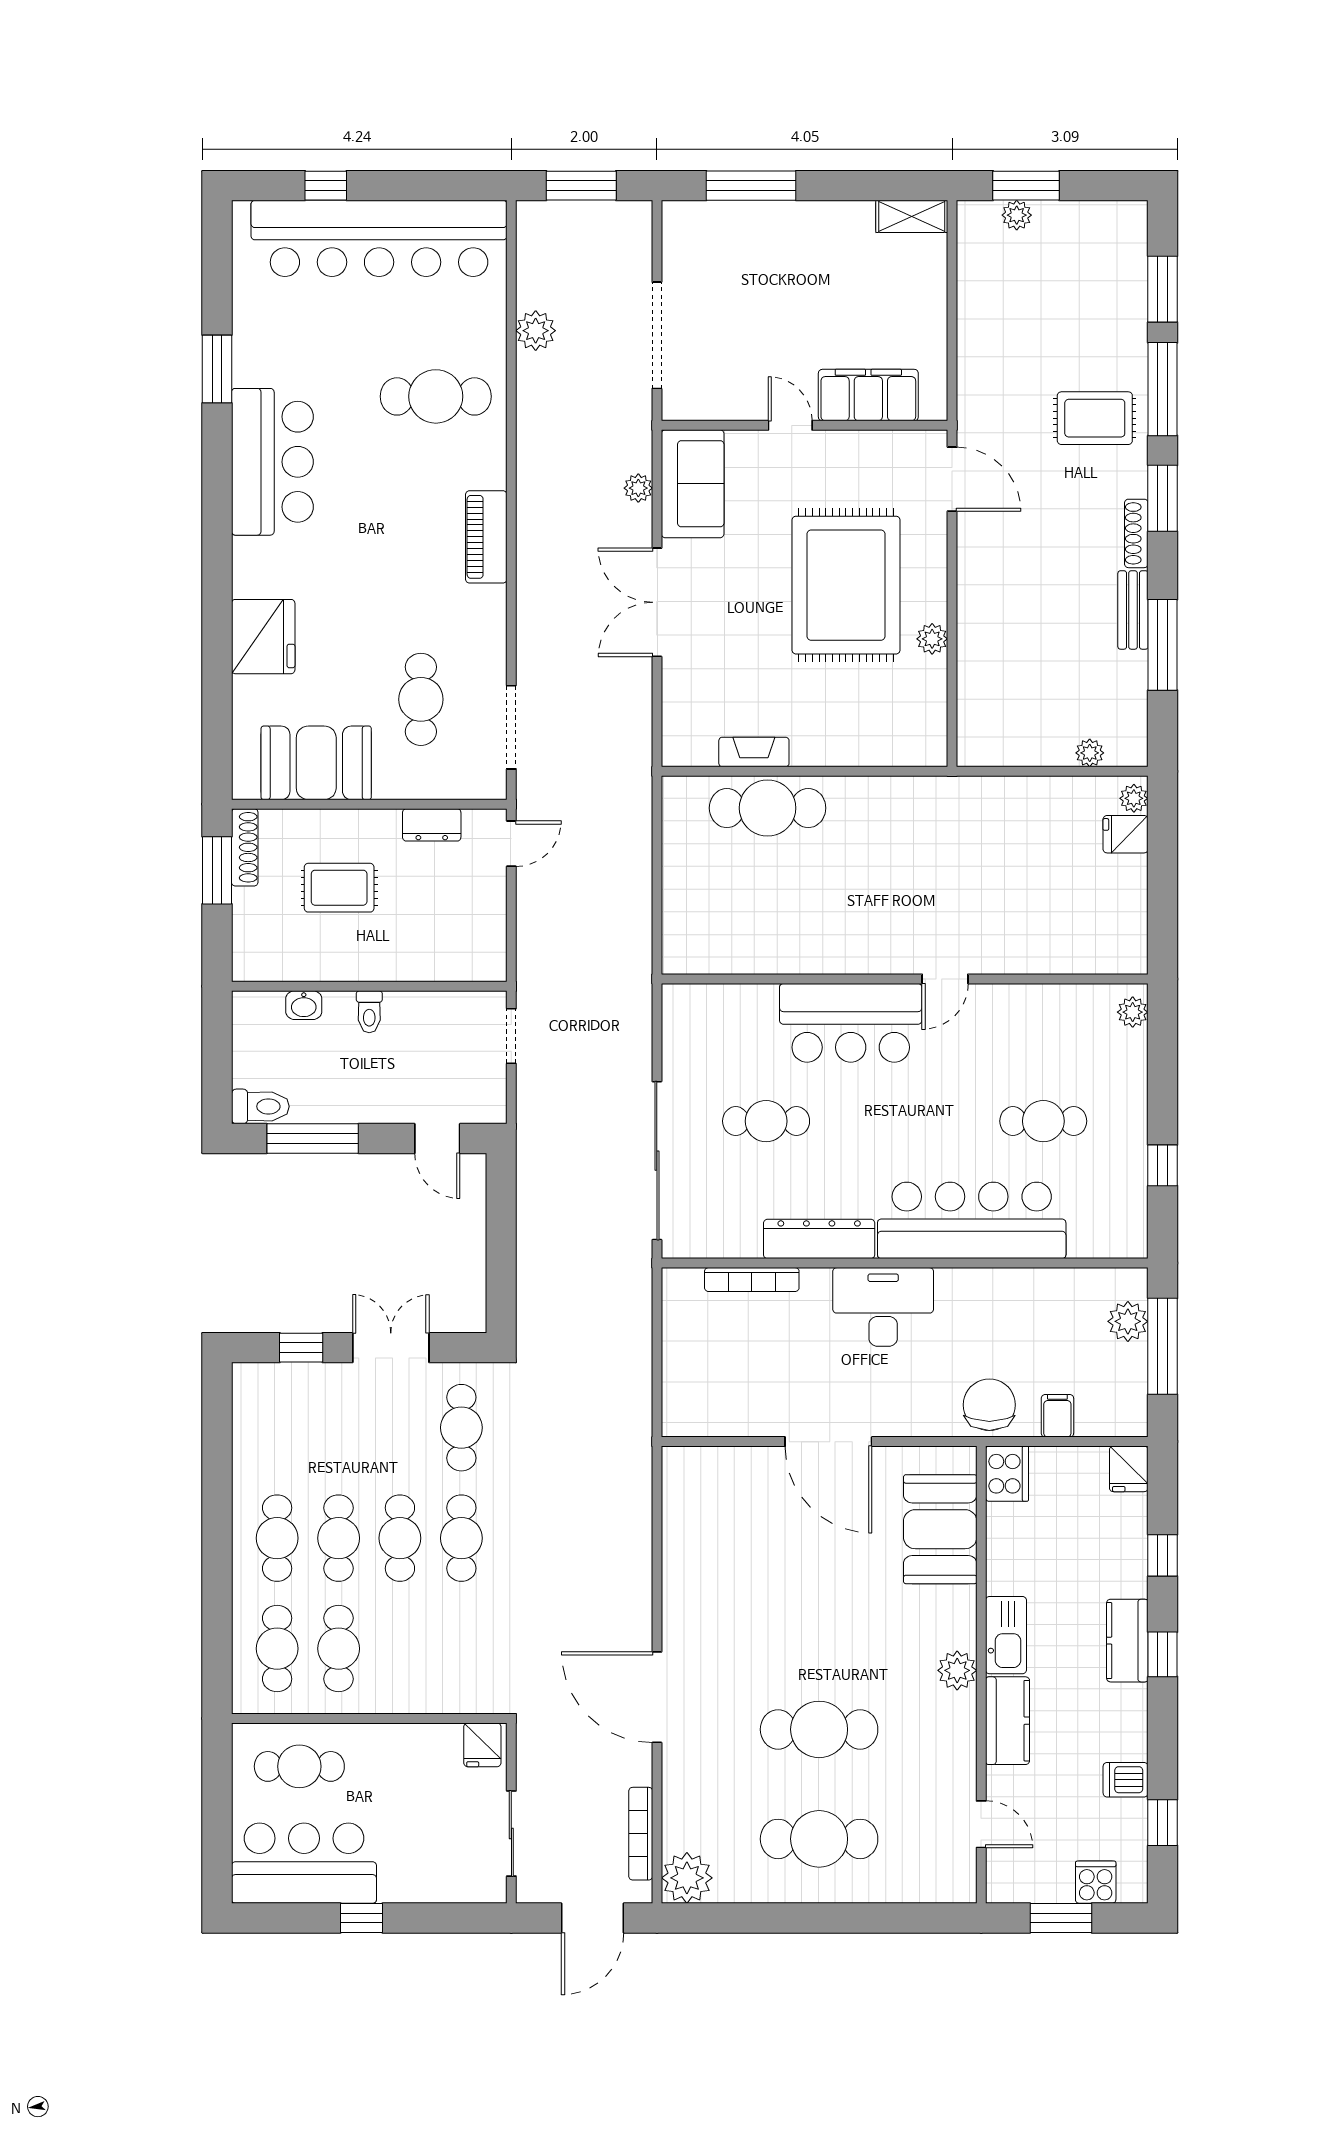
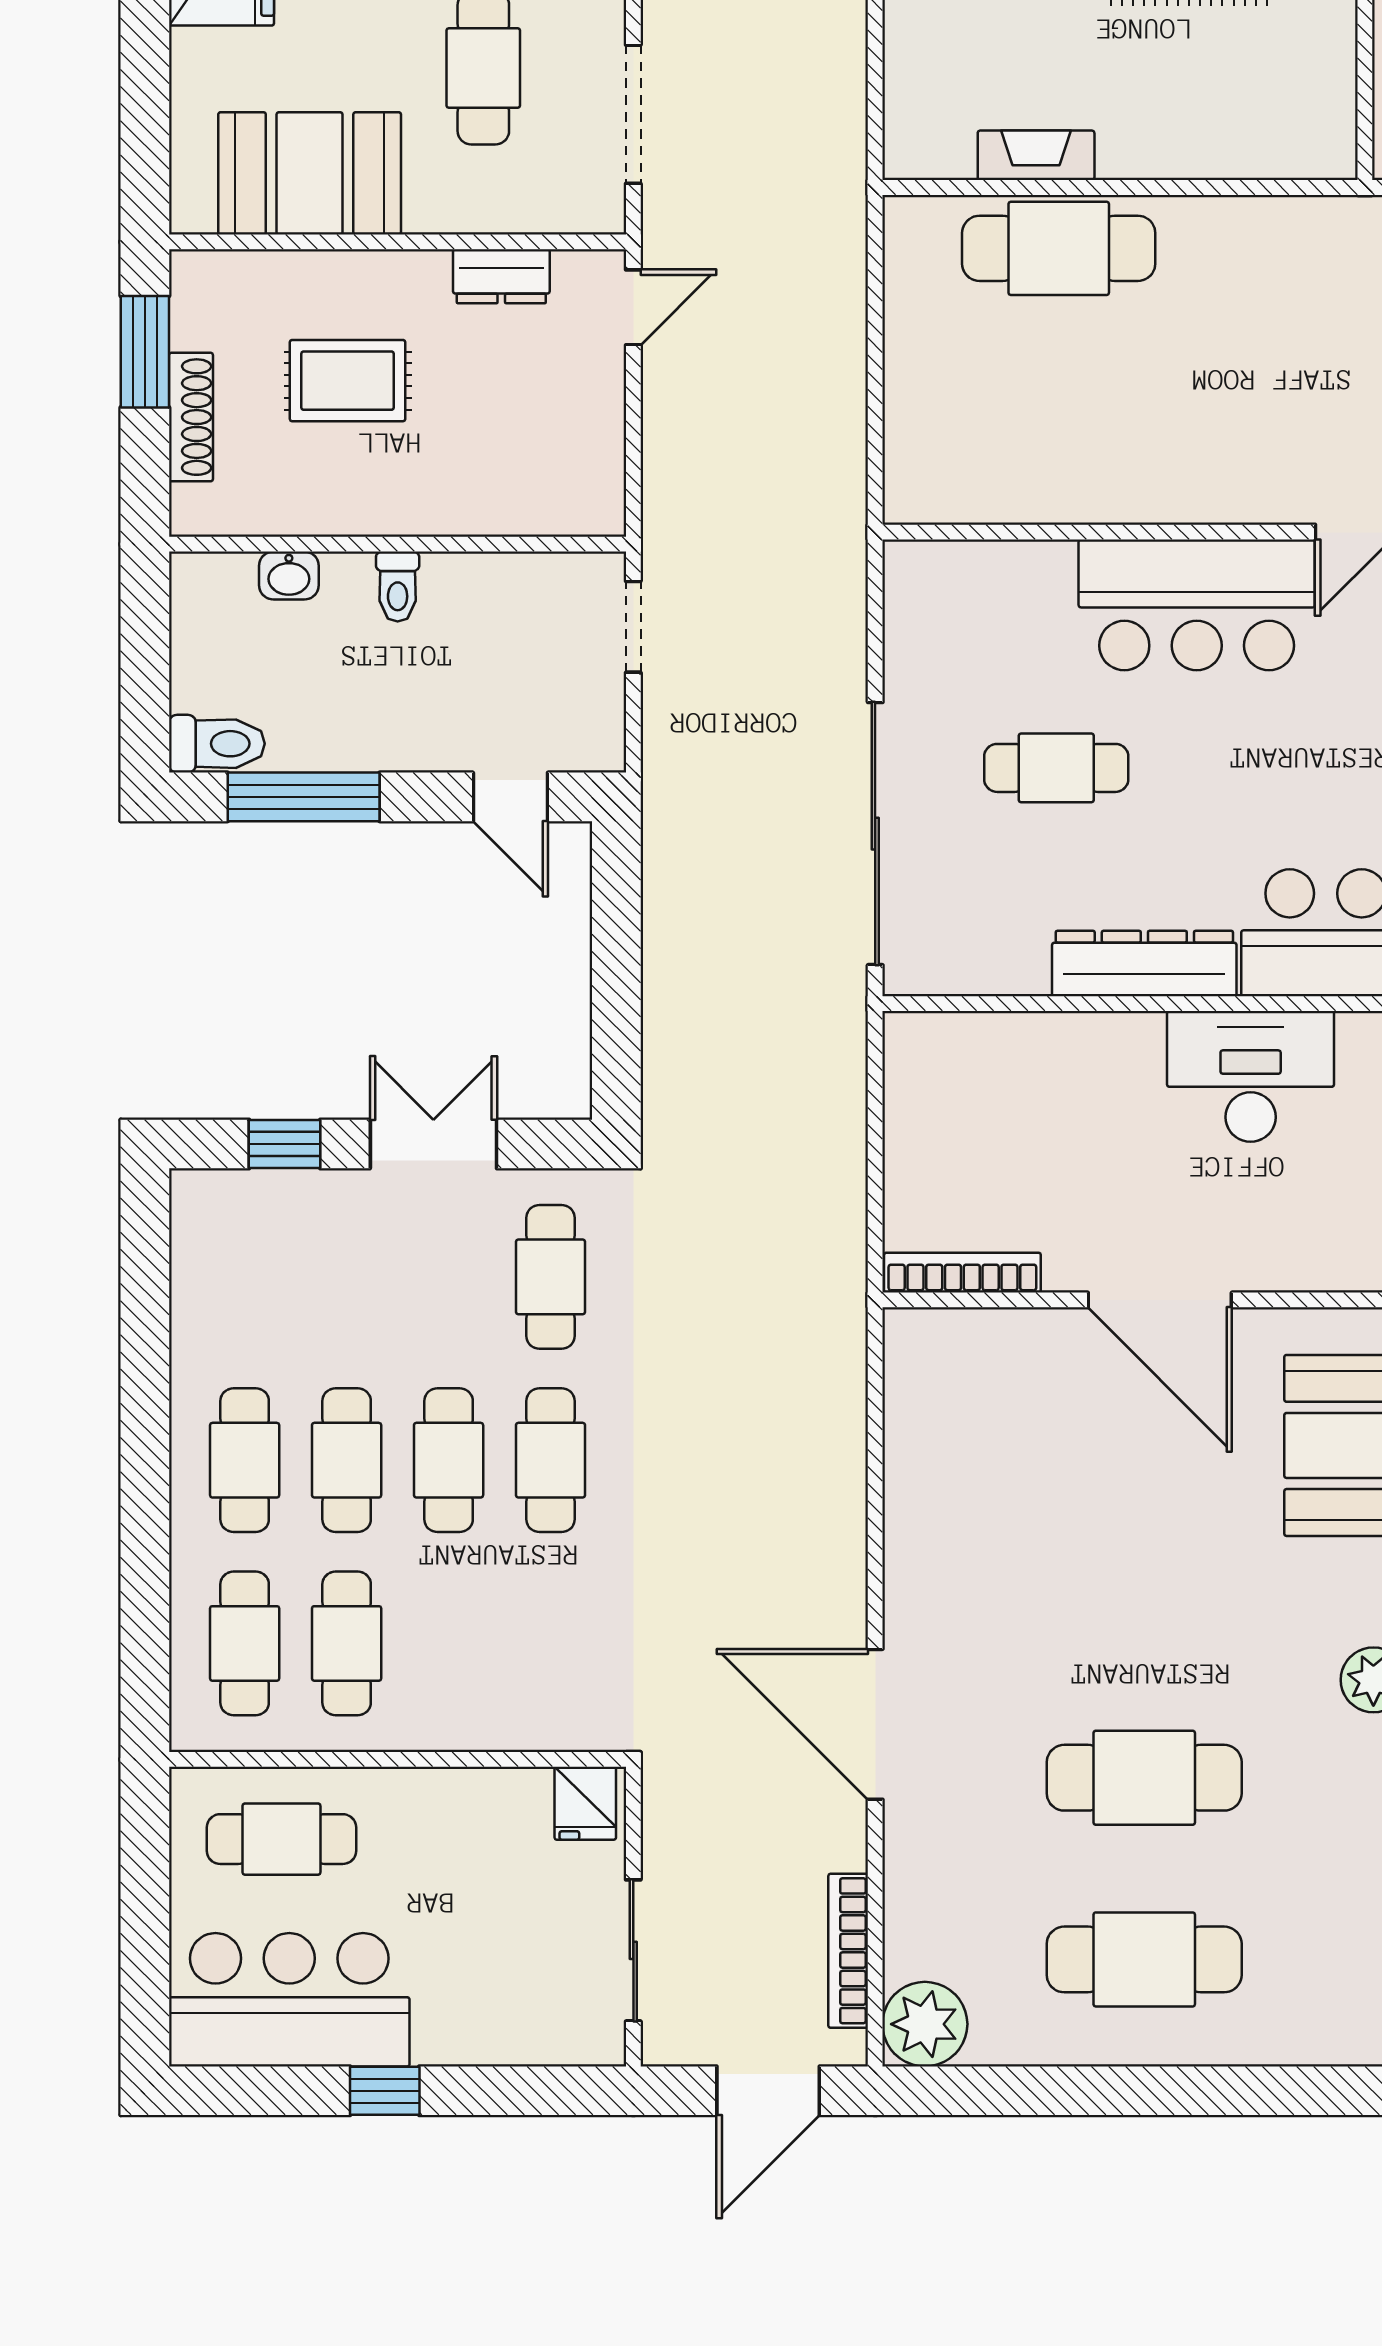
shoe rack: (245, 847) -> (191, 417), moved
bookcase: (752, 1280) -> (962, 1273), moved, turned 180

